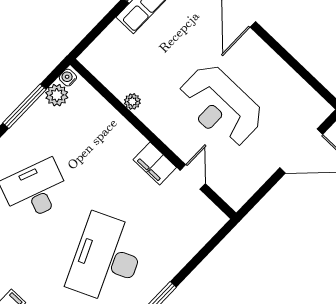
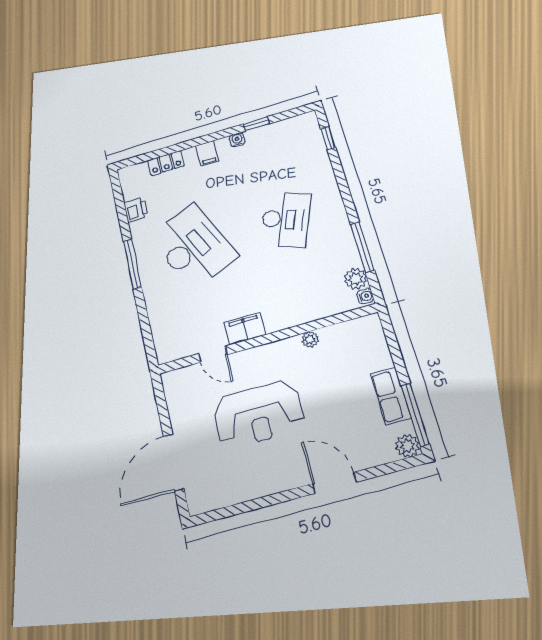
reception desk: (221, 106) -> (258, 414), turned 180

